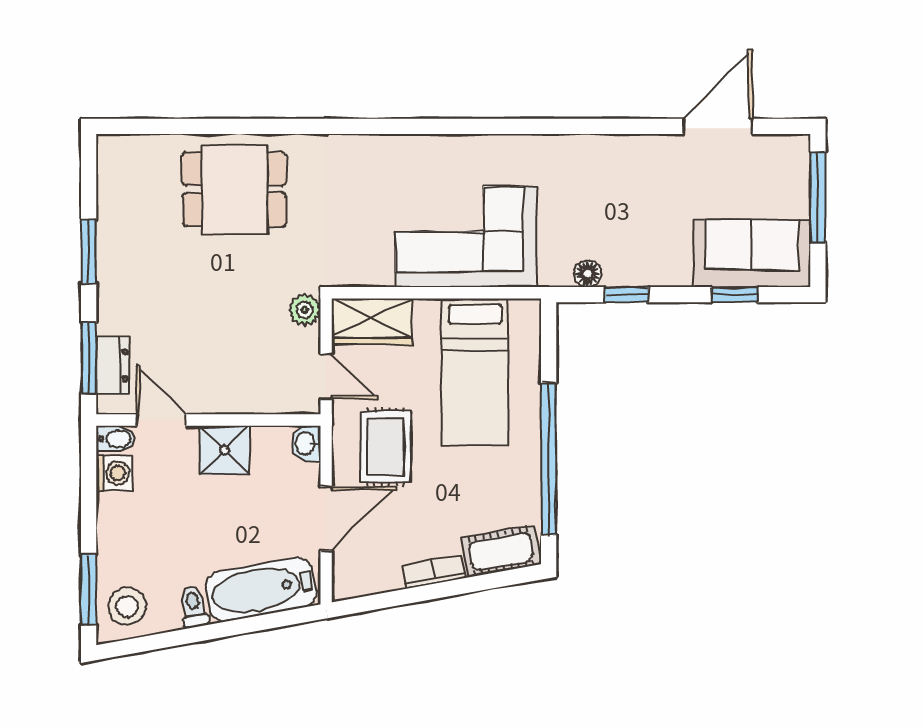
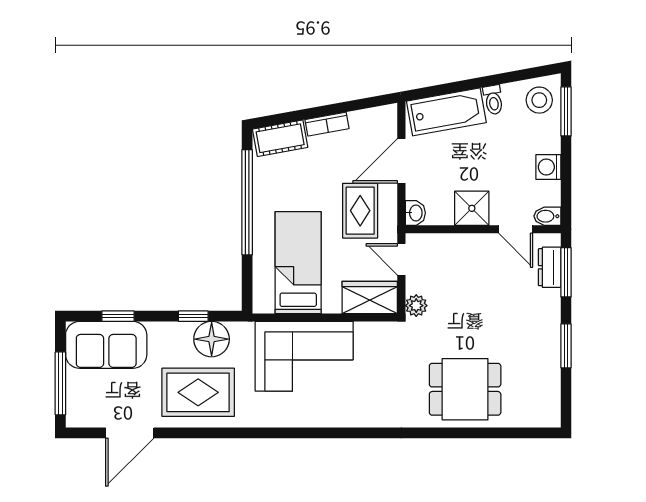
rug: (619, 185) -> (198, 392), added
floor lamp: (588, 274) -> (212, 339), width x1.89, depth x1.89
washing machine: (114, 473) -> (548, 167), moved

